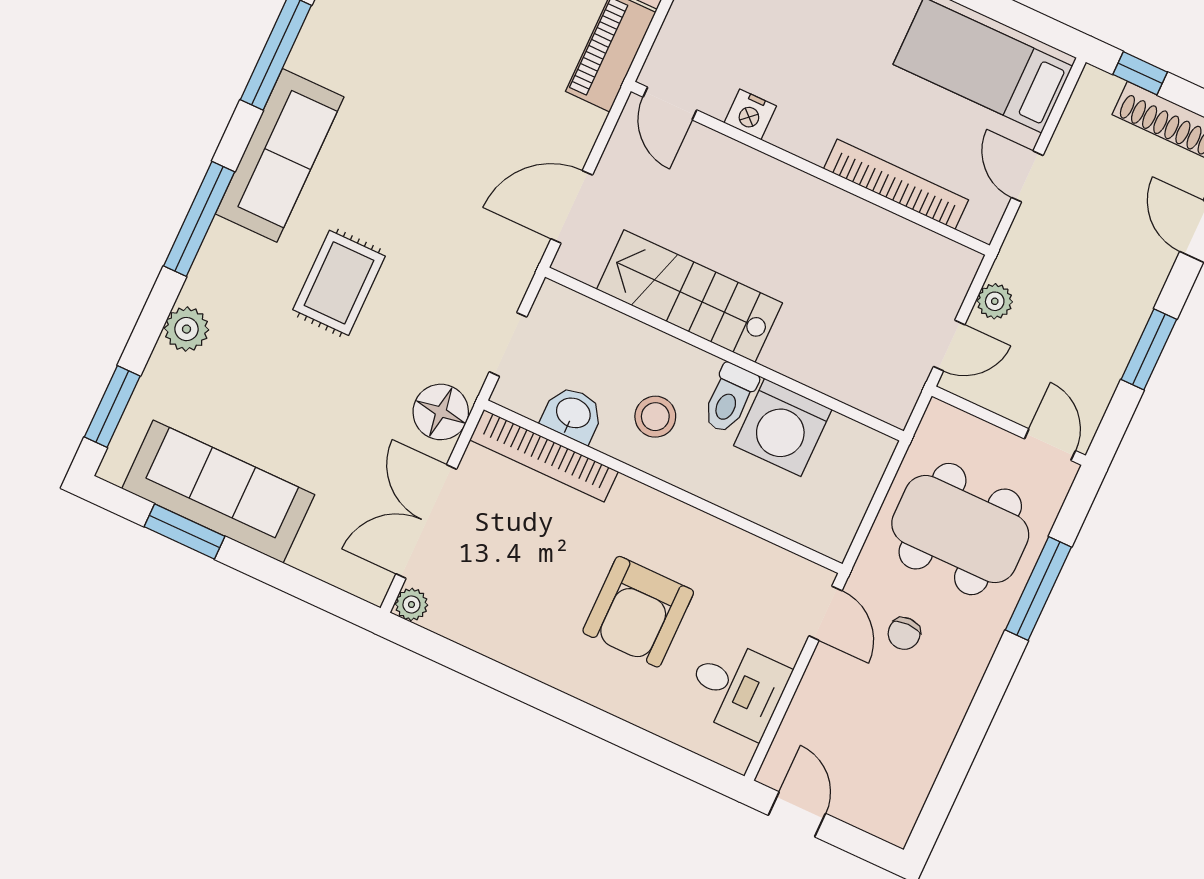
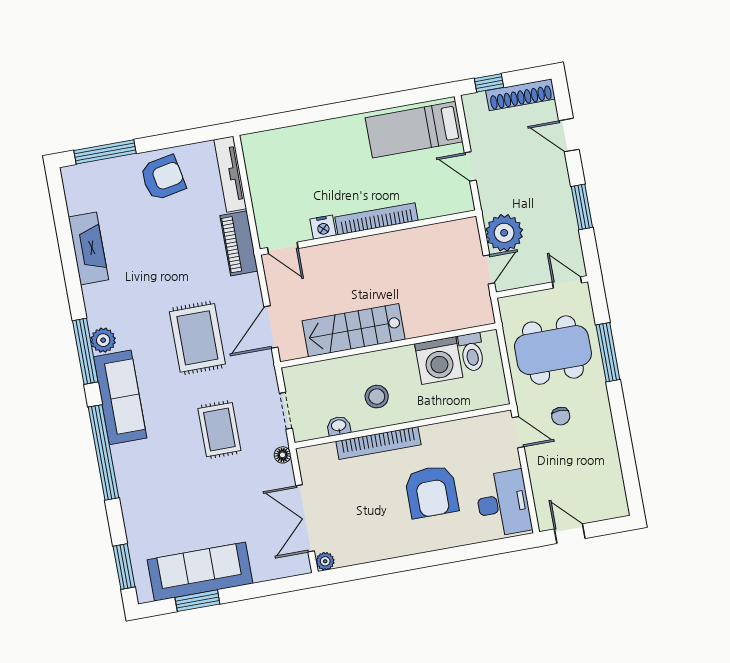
rug: (453, 147) -> (197, 338), added
bookcase: (896, 184) -> (376, 219), moved
window: (199, 219) -> (103, 452), width x1.46
rug: (339, 283) -> (219, 430), moved
plant: (995, 301) -> (504, 233), width x1.88, depth x1.88
plant: (186, 329) -> (103, 340), moved
toilet: (730, 398) -> (472, 352), moved
floor lamp: (441, 412) -> (283, 455), width x0.53, depth x0.53
washbasin: (573, 414) -> (339, 426), width x0.72, depth x0.69
bookcase: (544, 456) -> (378, 443), moved
desk: (737, 688) -> (503, 503), width x1.37

